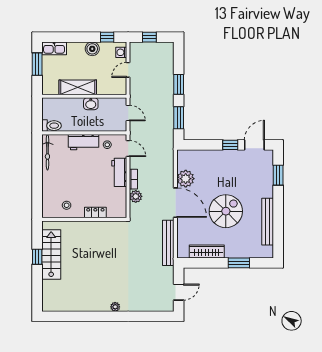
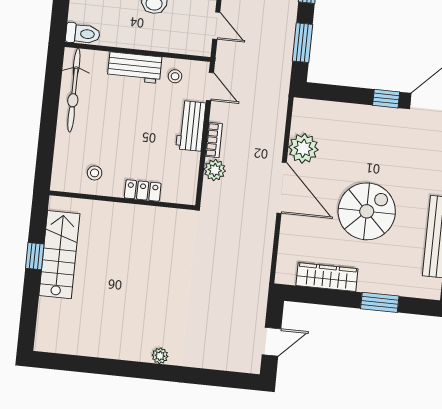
bicycle: (47, 152) -> (74, 90), width x1.37, depth x1.40
bench: (168, 243) -> (262, 256), removed

